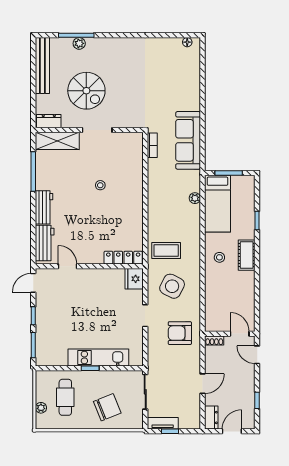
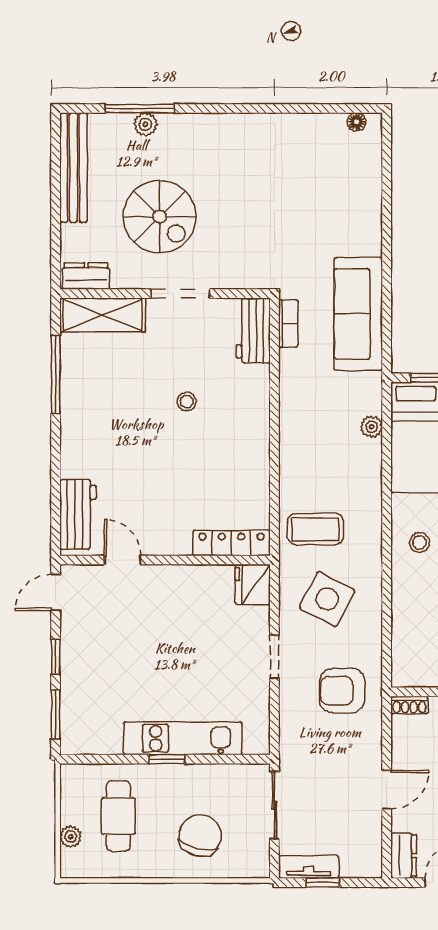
workbench: (44, 207) -> (253, 330), moved, turned 180
chair: (107, 407) -> (200, 835), turned -54

